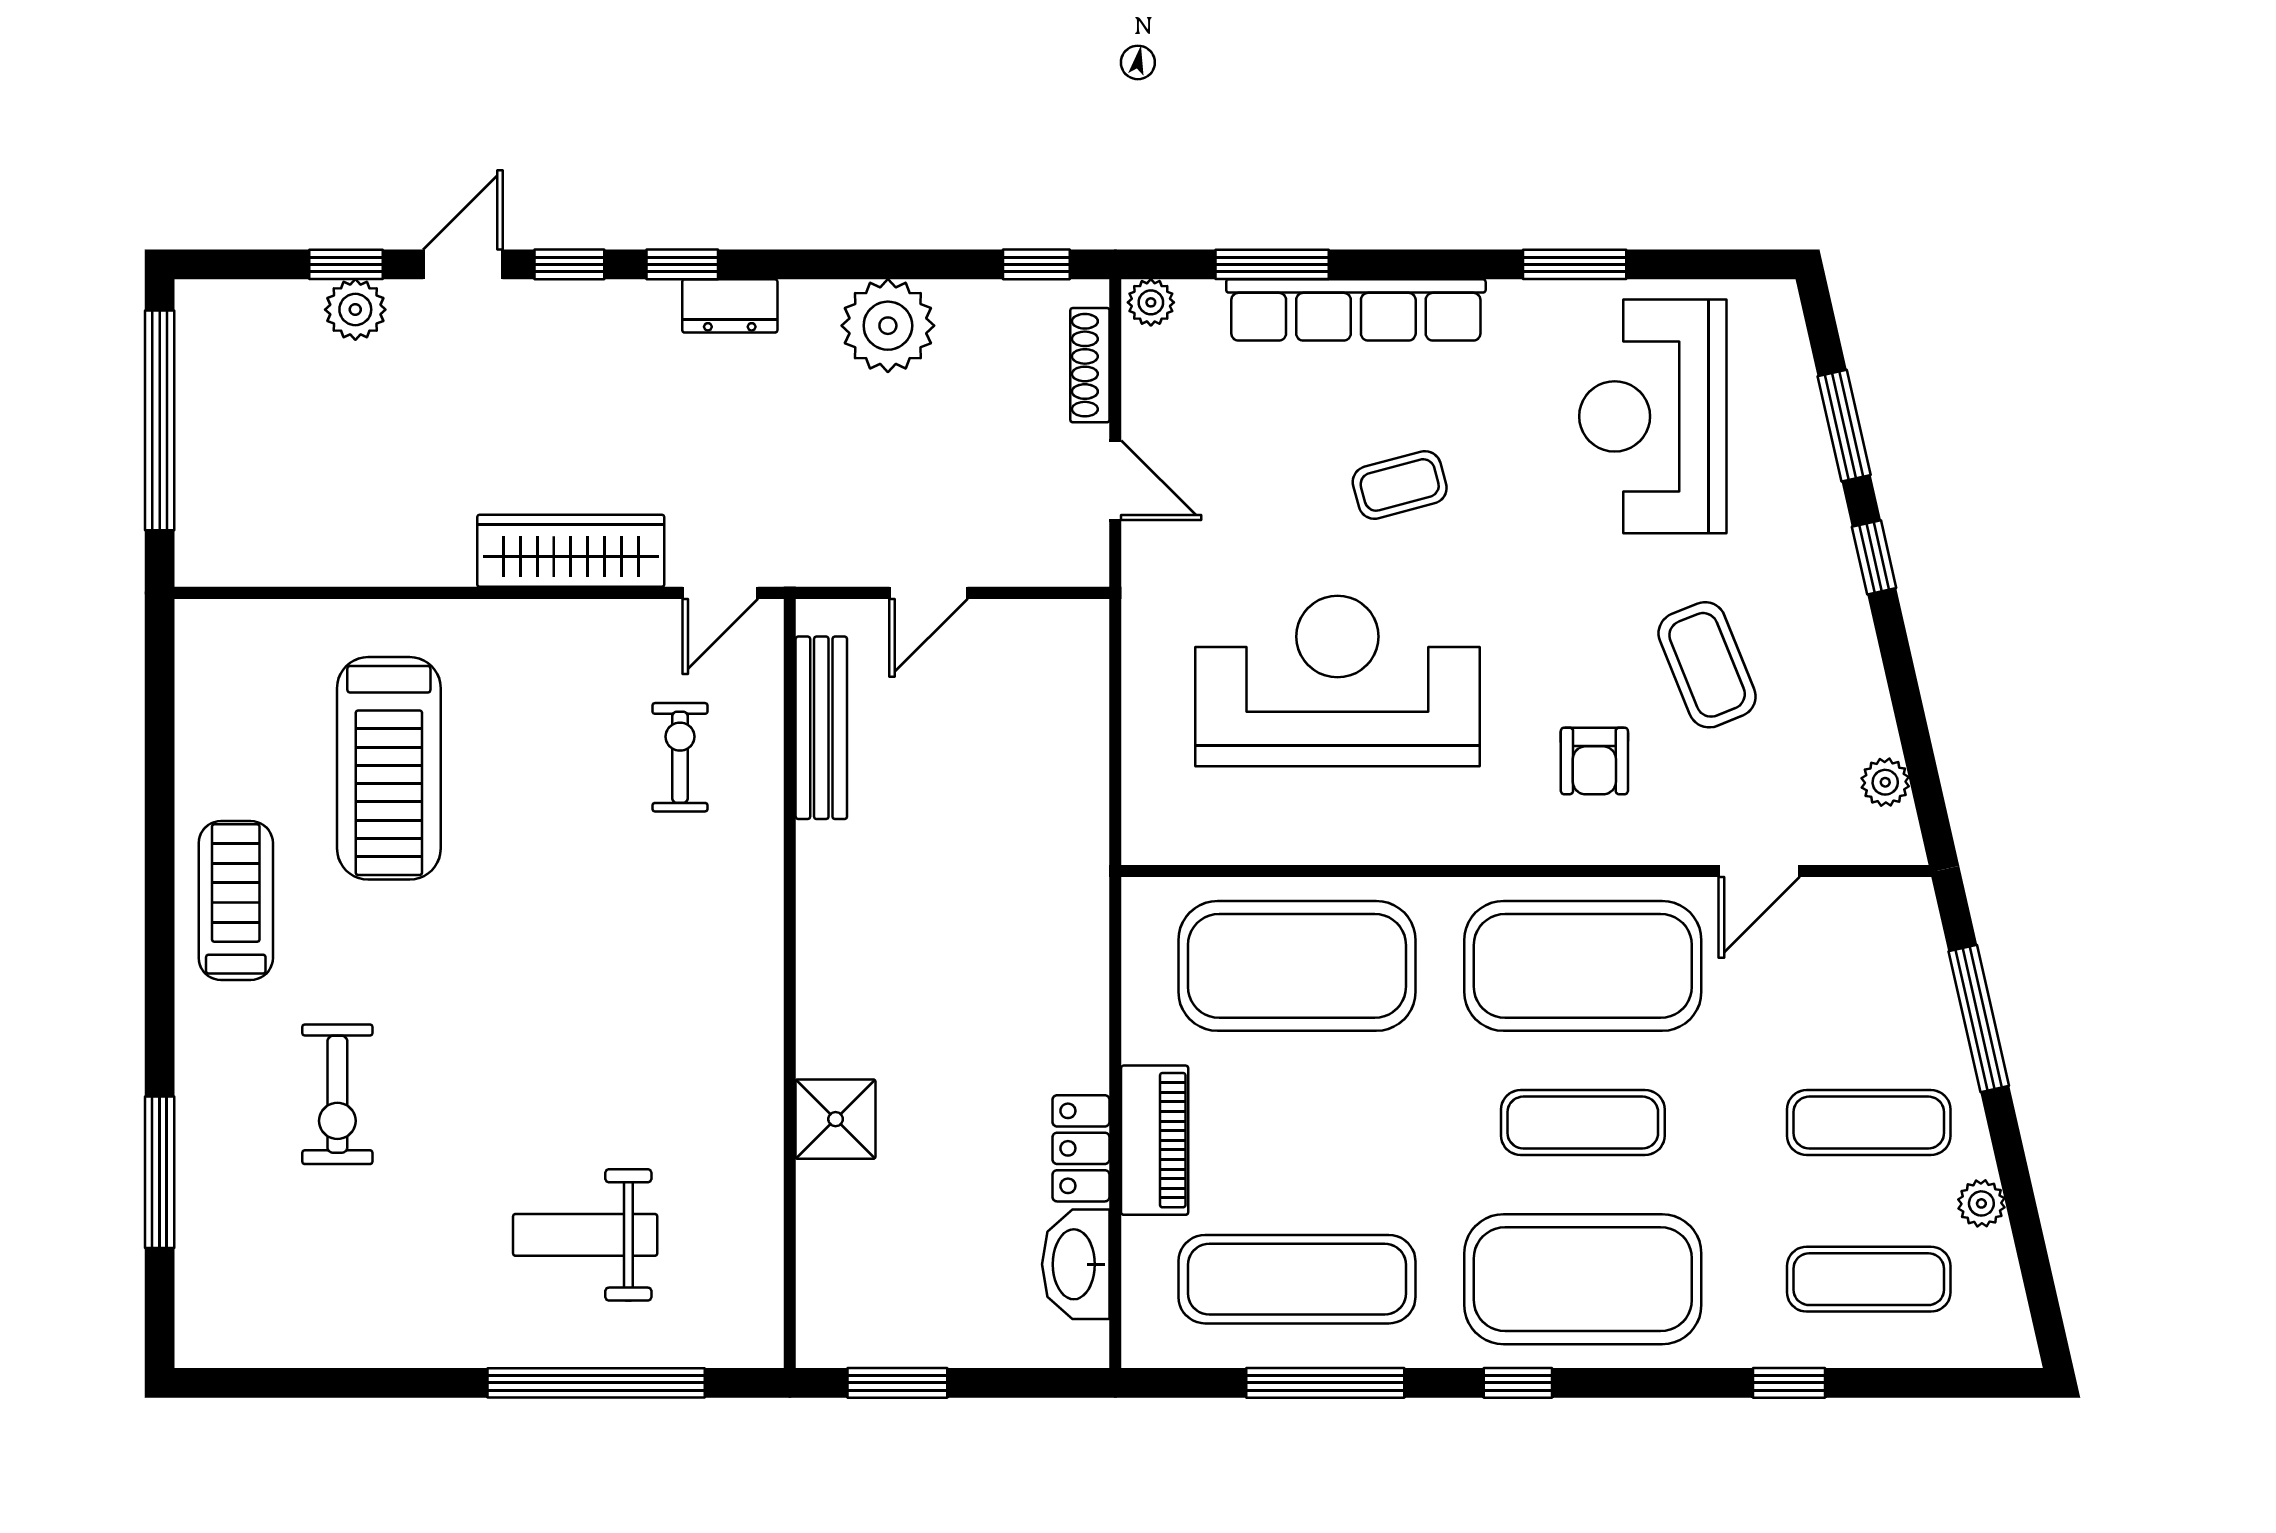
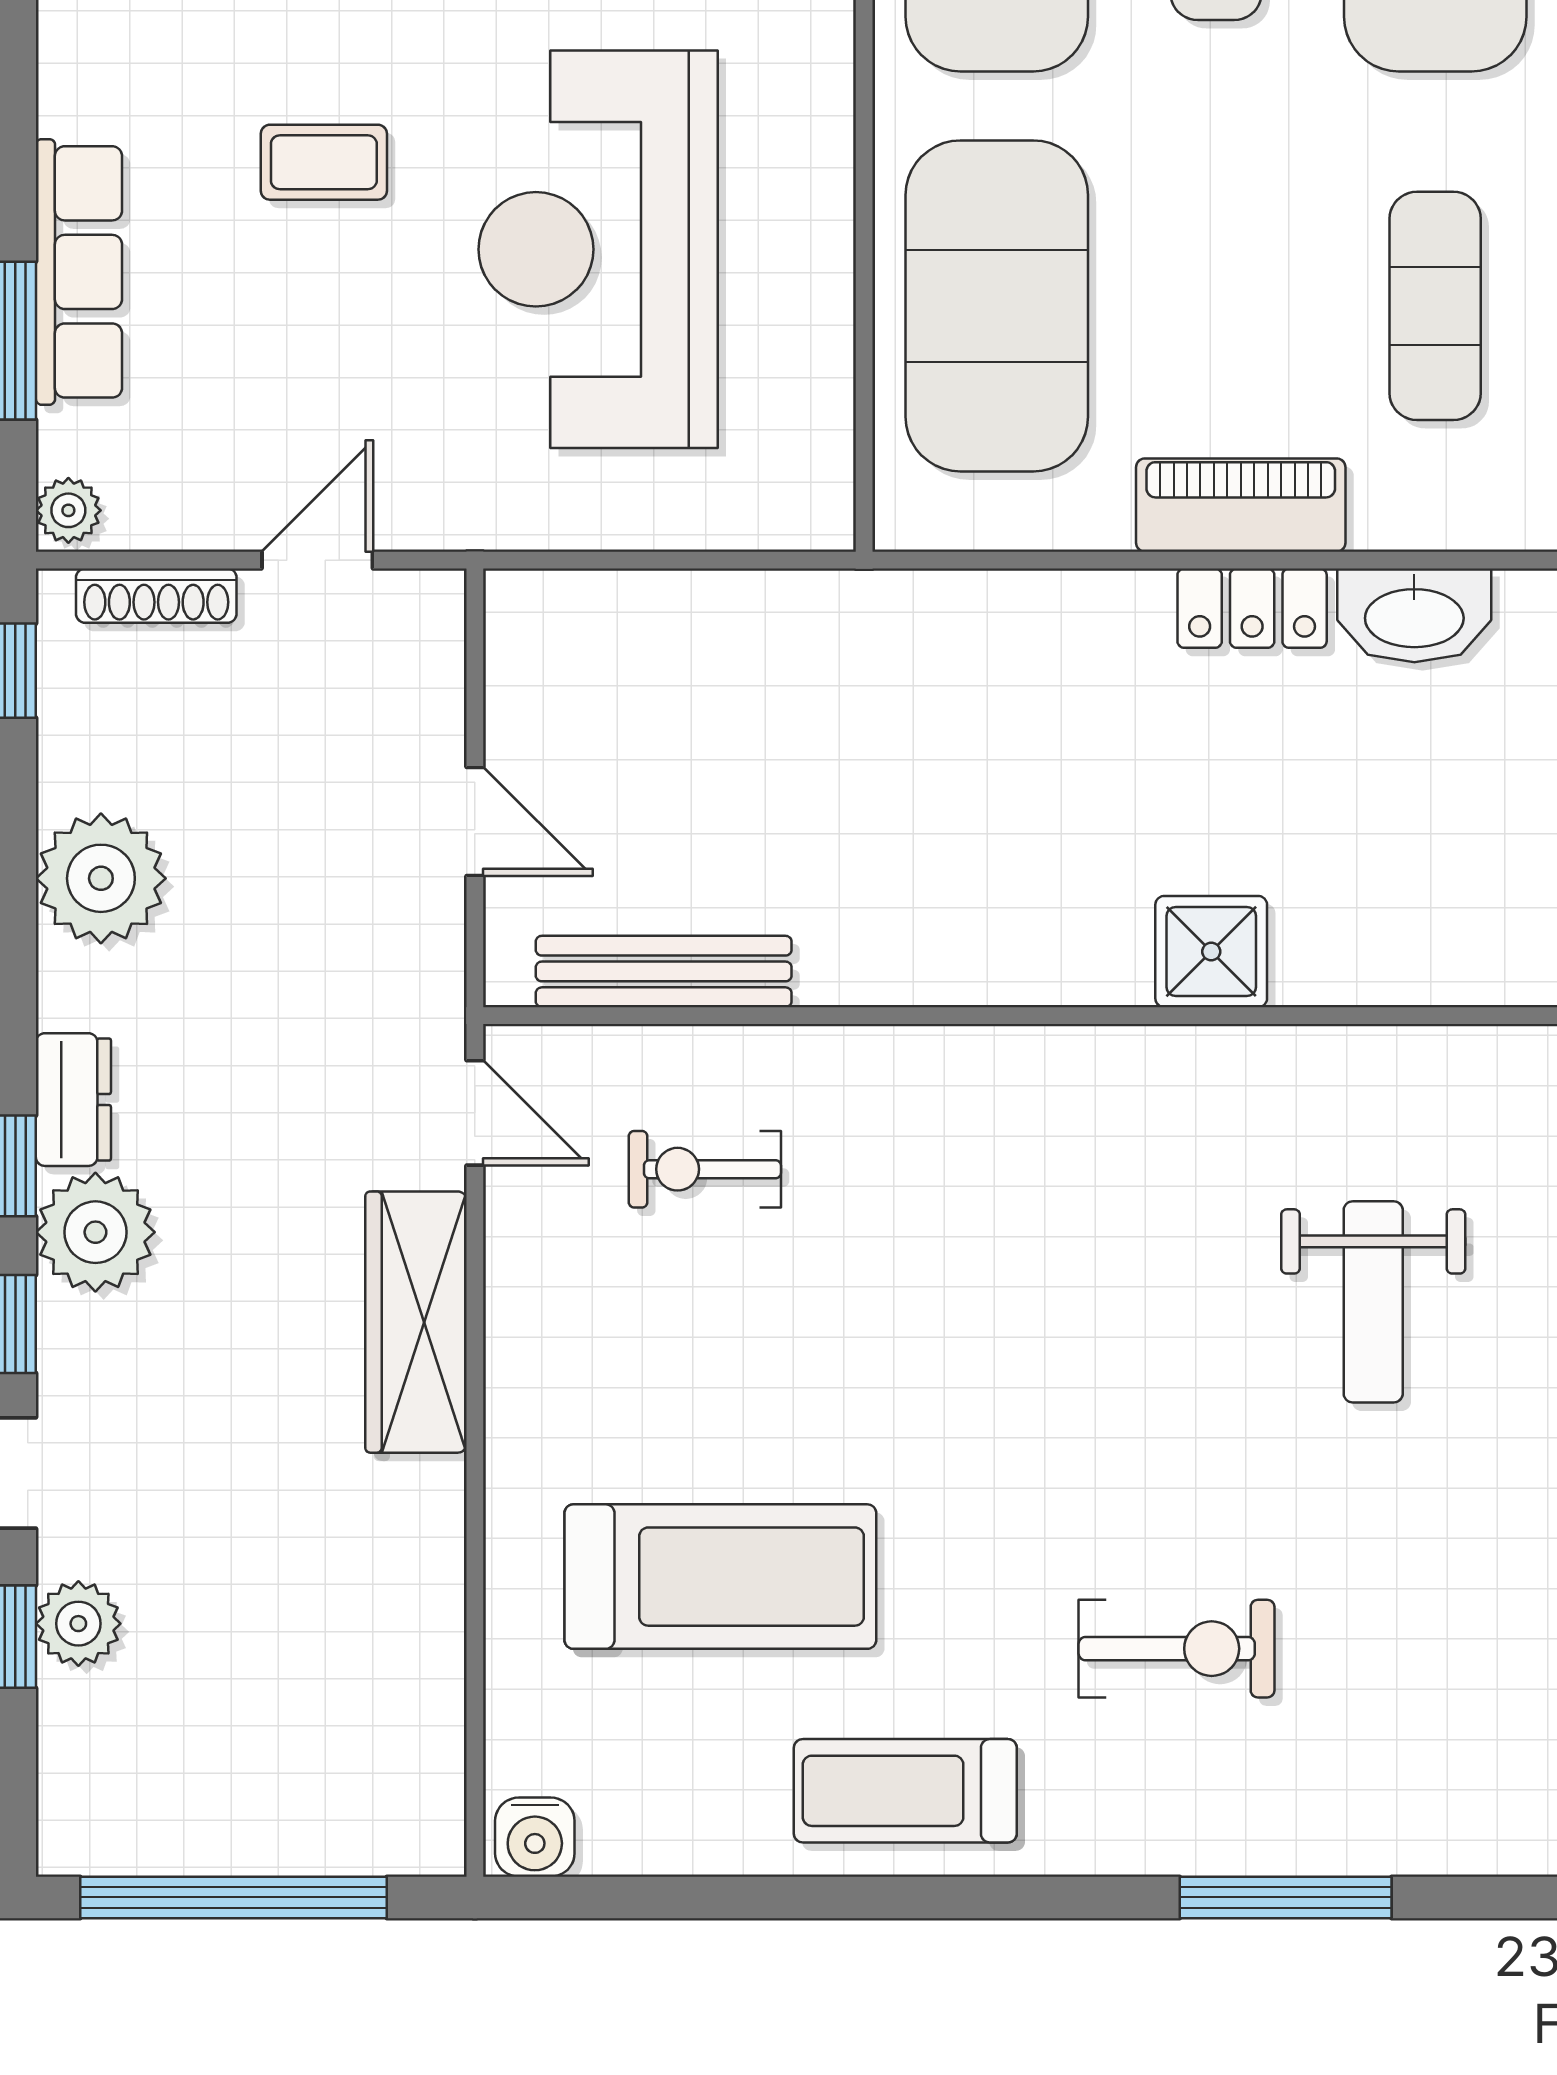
row of seats: (1356, 310) -> (79, 272), width x0.73
plant: (635, 322) -> (95, 1232), added
coffee table: (1400, 485) -> (324, 162), turned -75
water cooler: (203, 636) -> (535, 1837), added
exercise mat: (1297, 1279) -> (1435, 306), width x0.73, depth x0.69

